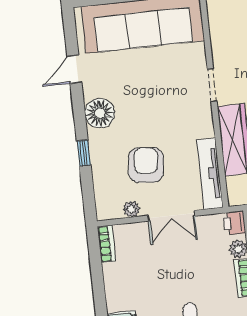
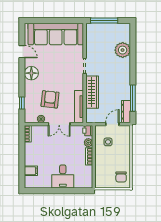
door: (74, 69) -> (22, 52), swing flipped
window: (84, 153) -> (22, 103), moved

